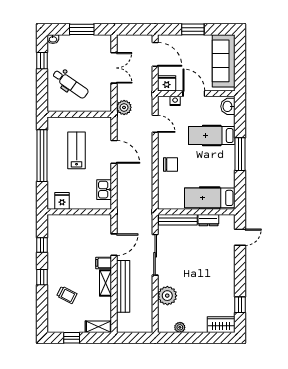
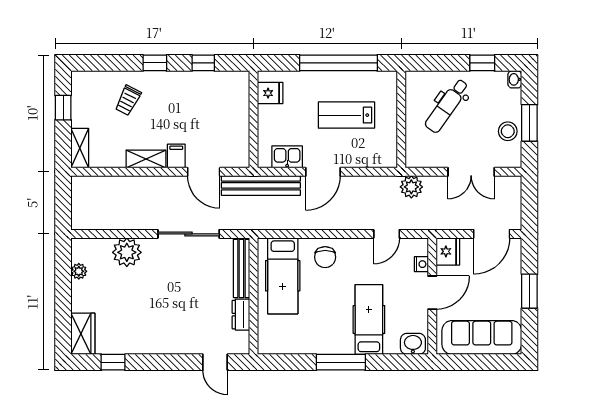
stool: (87, 44) -> (508, 131), added
lab bench: (77, 150) -> (346, 115), turned 180
door: (114, 152) -> (323, 172), moved
hospital bed: (210, 198) -> (283, 276), moved, turned 180
bench: (123, 286) -> (261, 185), moved

